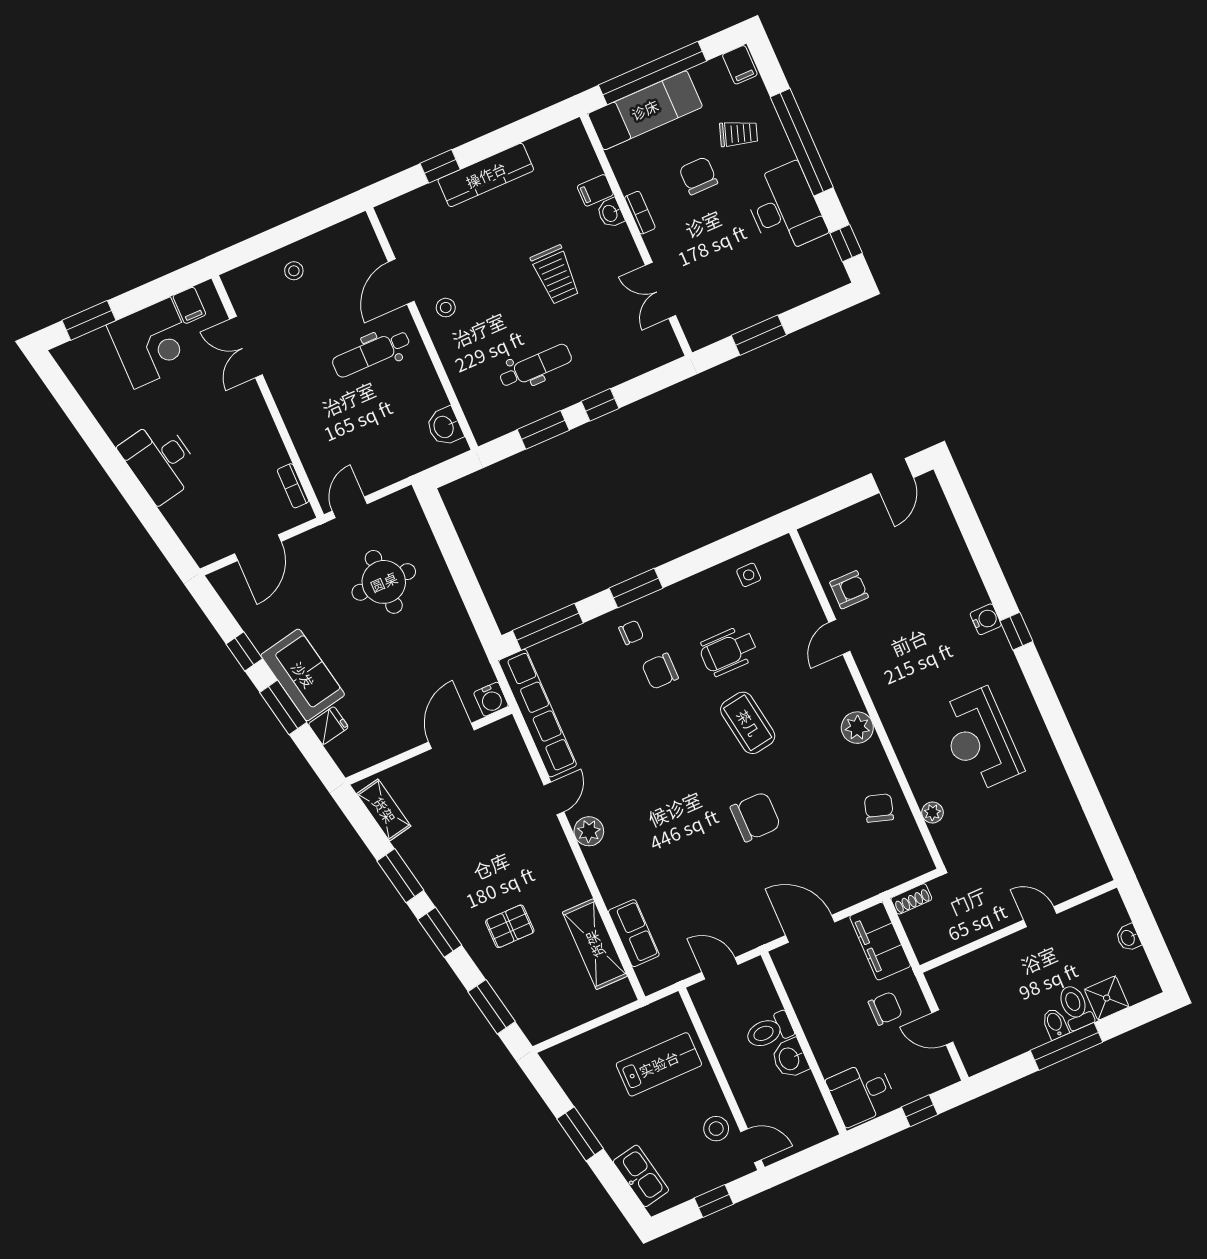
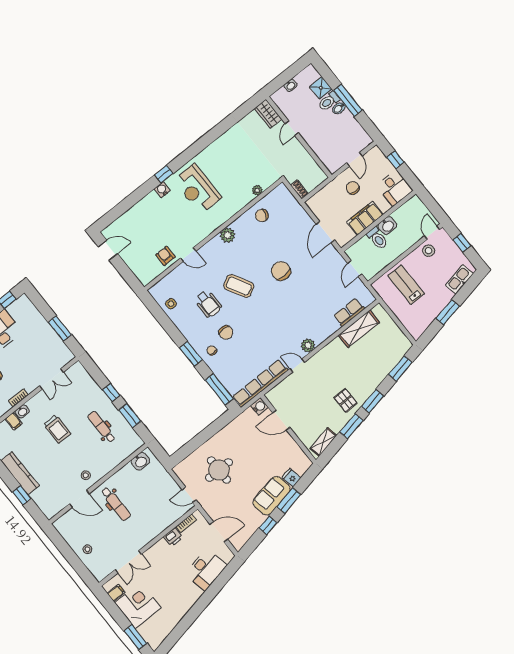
trolley: (555, 275) -> (57, 429), turned 90
printer: (272, 452) -> (173, 537), added
desk: (160, 461) -> (206, 570), moved
coffee table: (748, 723) -> (239, 286), turned 70
reception desk: (980, 740) -> (197, 189), moved, turned 90
wardrobe: (1083, 877) -> (268, 114), added
pallet: (510, 926) -> (346, 400), moved
filing cabinet: (880, 941) -> (365, 218), moved, turned 180

